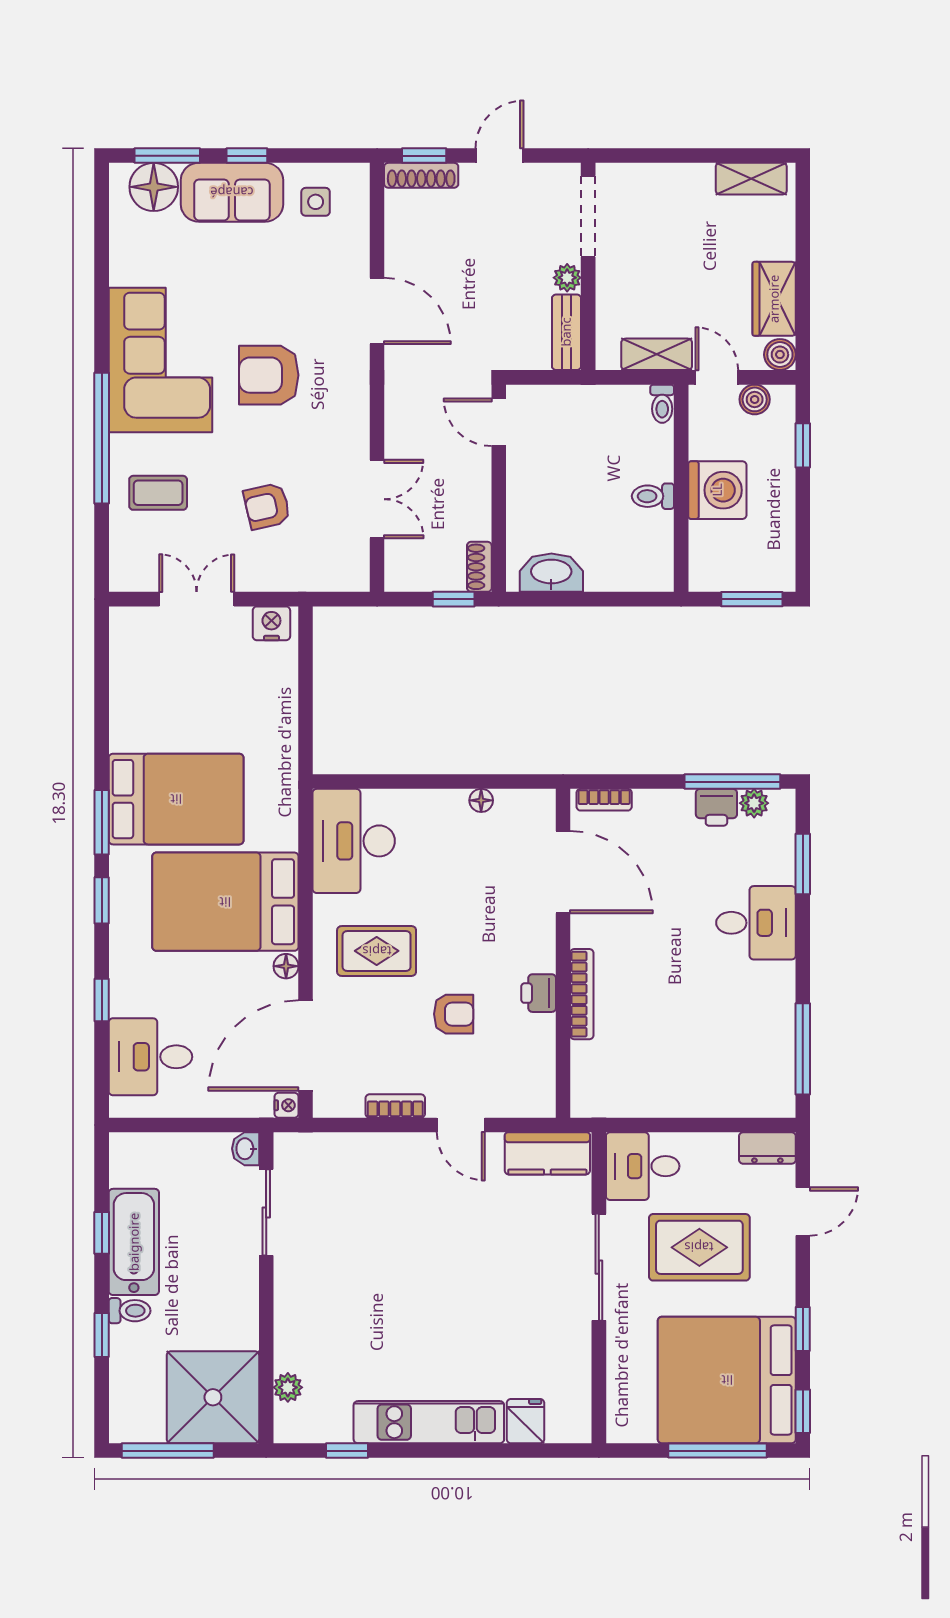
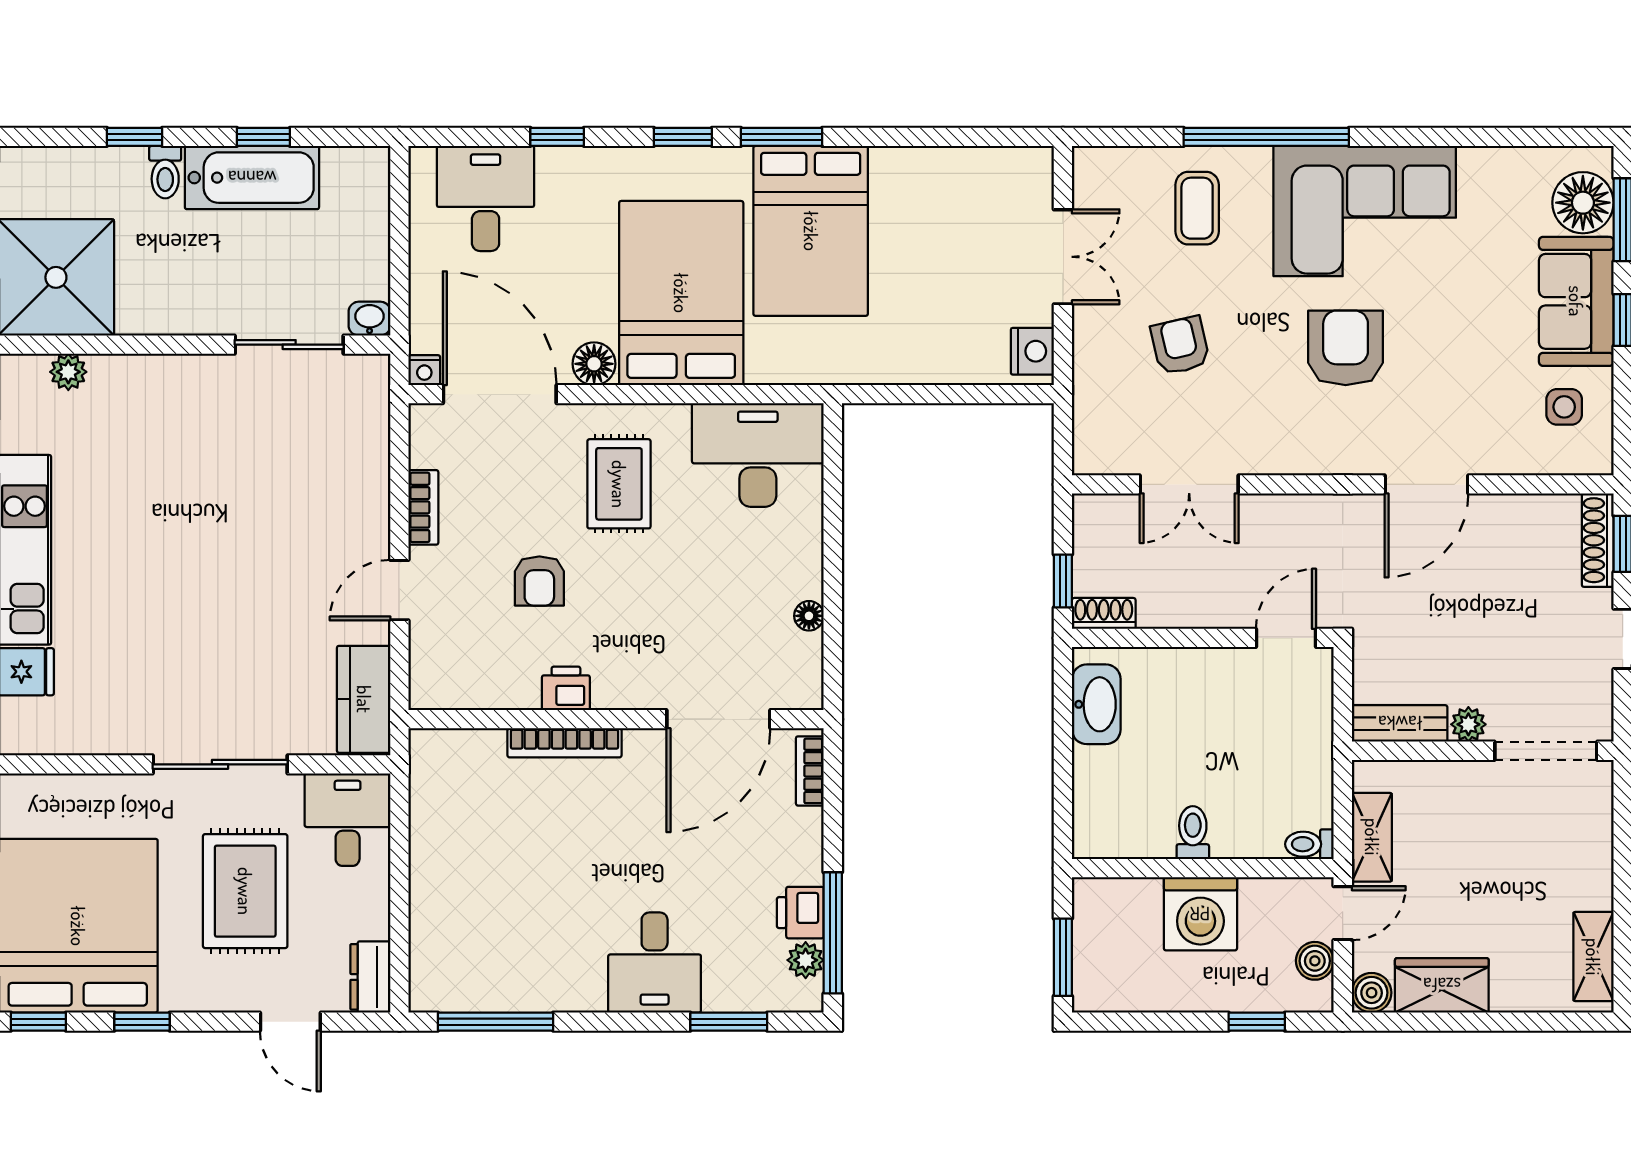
floor lamp: (286, 966) -> (594, 364), width x1.37, depth x1.37

